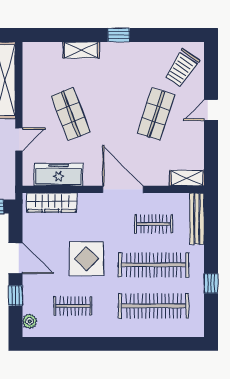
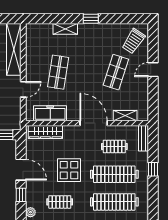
shop shelf: (71, 114) -> (58, 72), turned 30
shelving: (187, 178) -> (125, 116), moved
bench: (197, 219) -> (144, 138), width x0.73
window: (211, 283) -> (153, 169), moved

